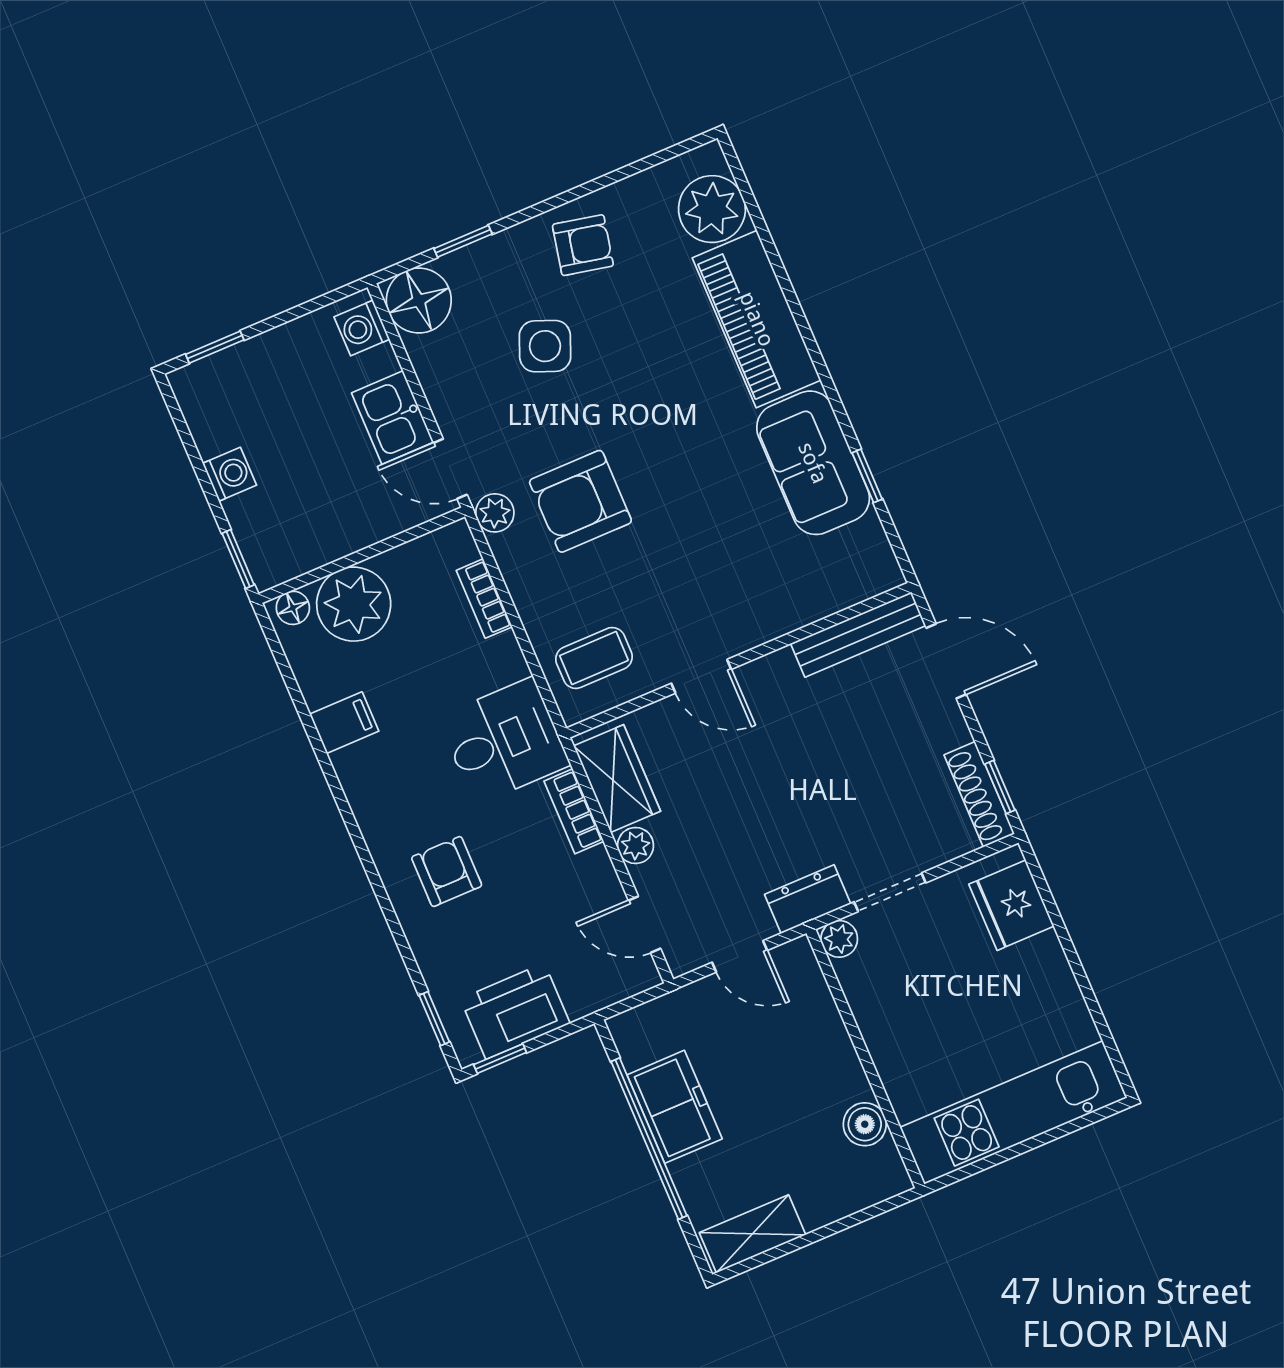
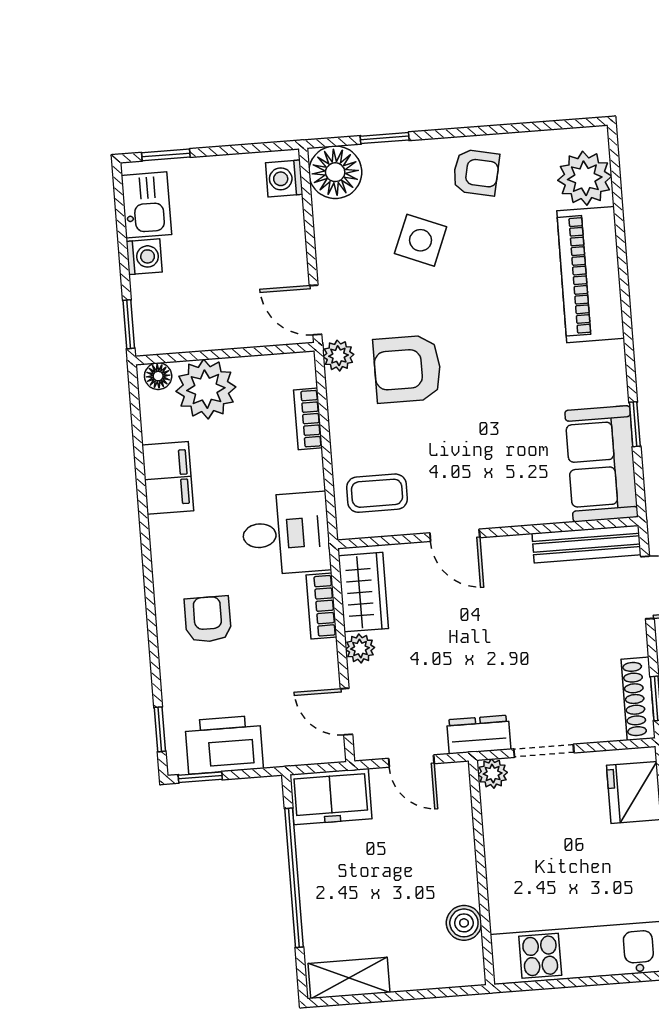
kitchen sink: (393, 418) -> (146, 205), moved, turned 180
sofa: (813, 463) -> (601, 464), moved
filing cabinet: (344, 723) -> (168, 478), width x2.00
freezer: (675, 1107) -> (331, 797), moved, turned 90

